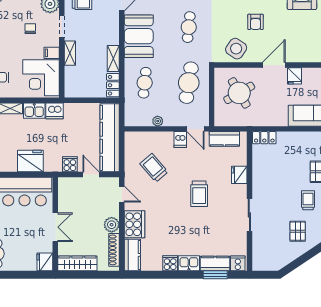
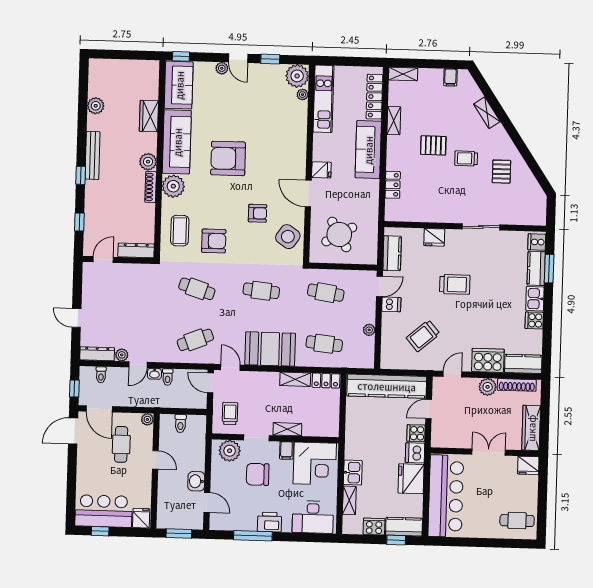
chair: (30, 29) -> (258, 474), width x1.87, depth x1.87
cafe table: (189, 83) -> (326, 293), width x0.73, depth x0.74
dishwasher: (55, 111) -> (415, 453), moved, turned 180
locker: (264, 138) -> (393, 185), moved
pallet: (298, 231) -> (501, 172), turned 90

